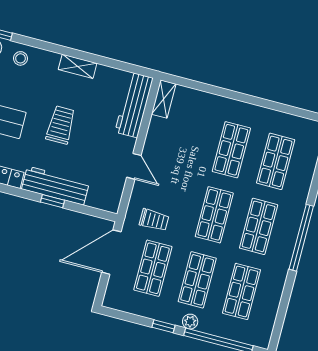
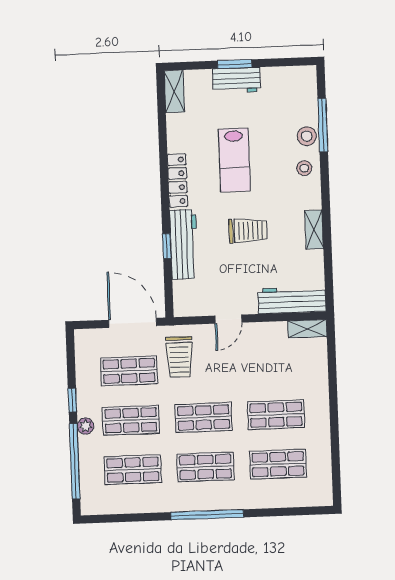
trolley: (154, 220) -> (179, 357), width x1.36, depth x1.39

